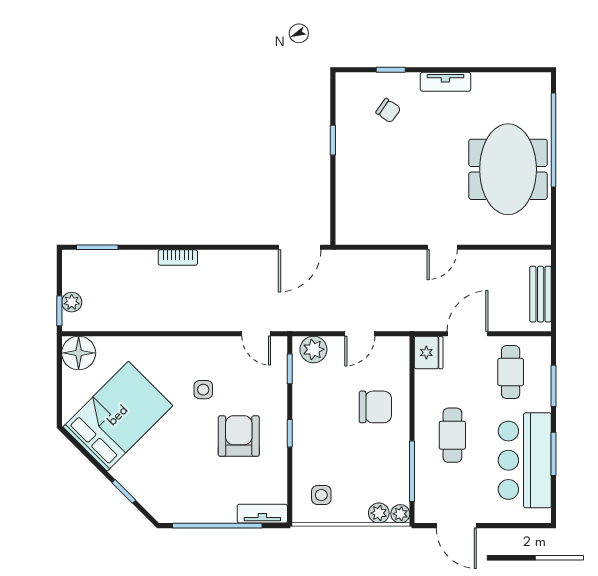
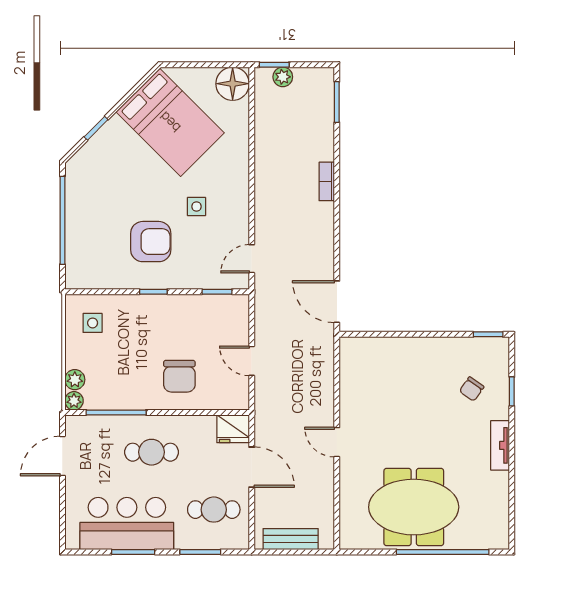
window: (333, 140) -> (488, 334), moved
plant: (313, 349) -> (236, 315), removed
tv unit: (262, 514) -> (74, 265), removed

